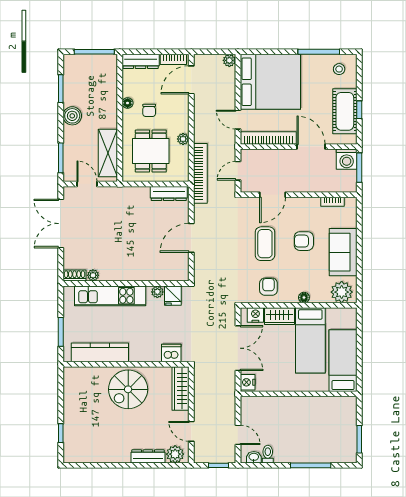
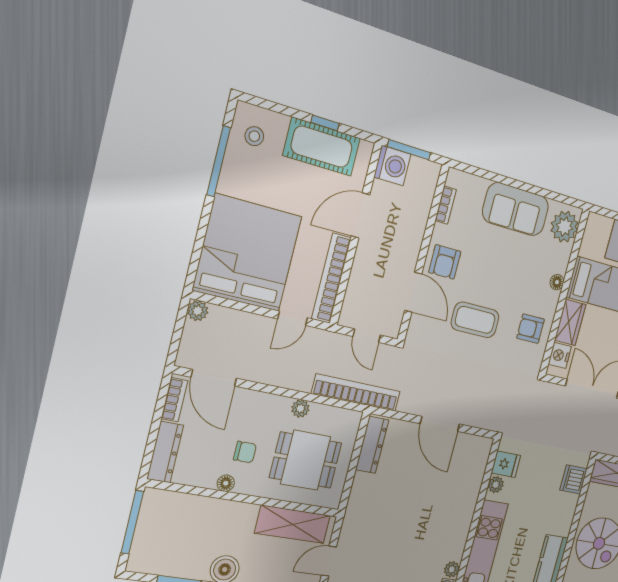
armchair: (304, 241) -> (445, 262), moved

